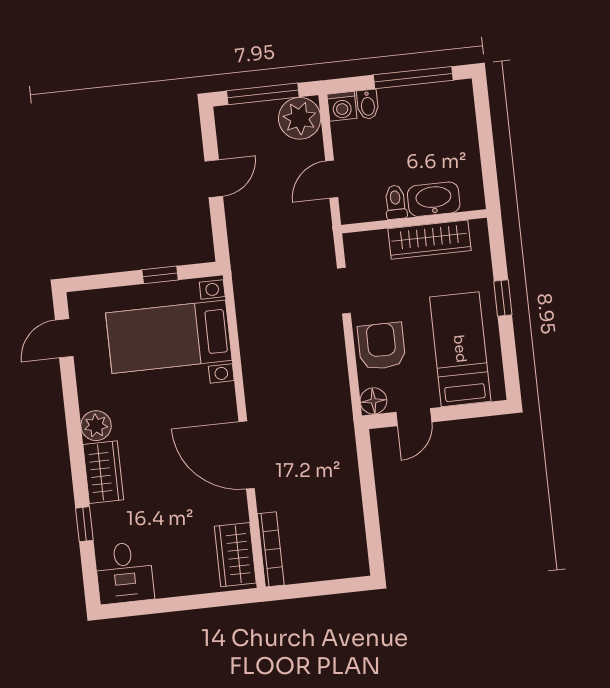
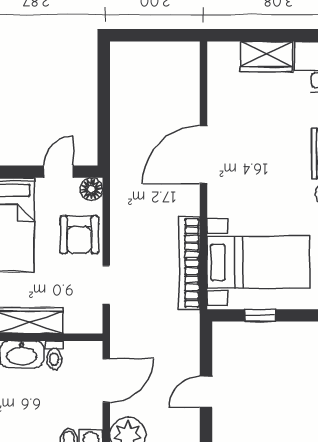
door: (332, 179) -> (106, 381), width x1.38
door: (247, 455) -> (204, 155), swing flipped
bookcase: (271, 549) -> (189, 263), moved, width x1.48, depth x1.31
wardrobe: (235, 555) -> (267, 56), moved, turned 90

